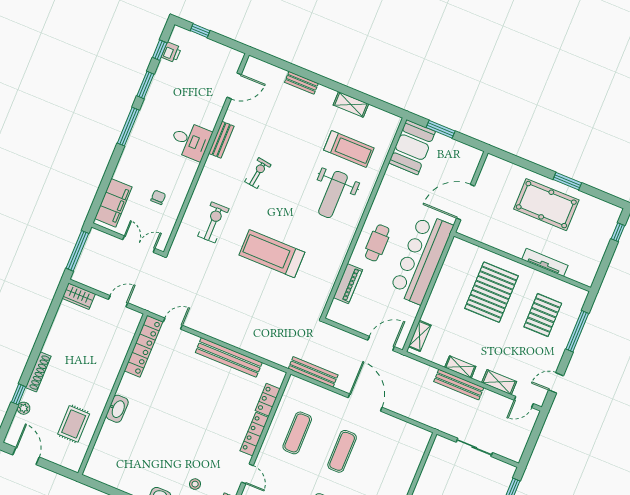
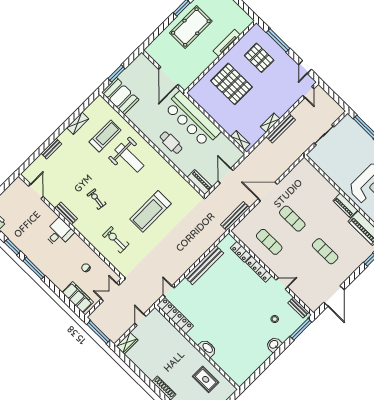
piano: (348, 284) -> (200, 182), moved
door: (381, 343) -> (225, 176), moved
shelving: (499, 382) -> (290, 102), removed

